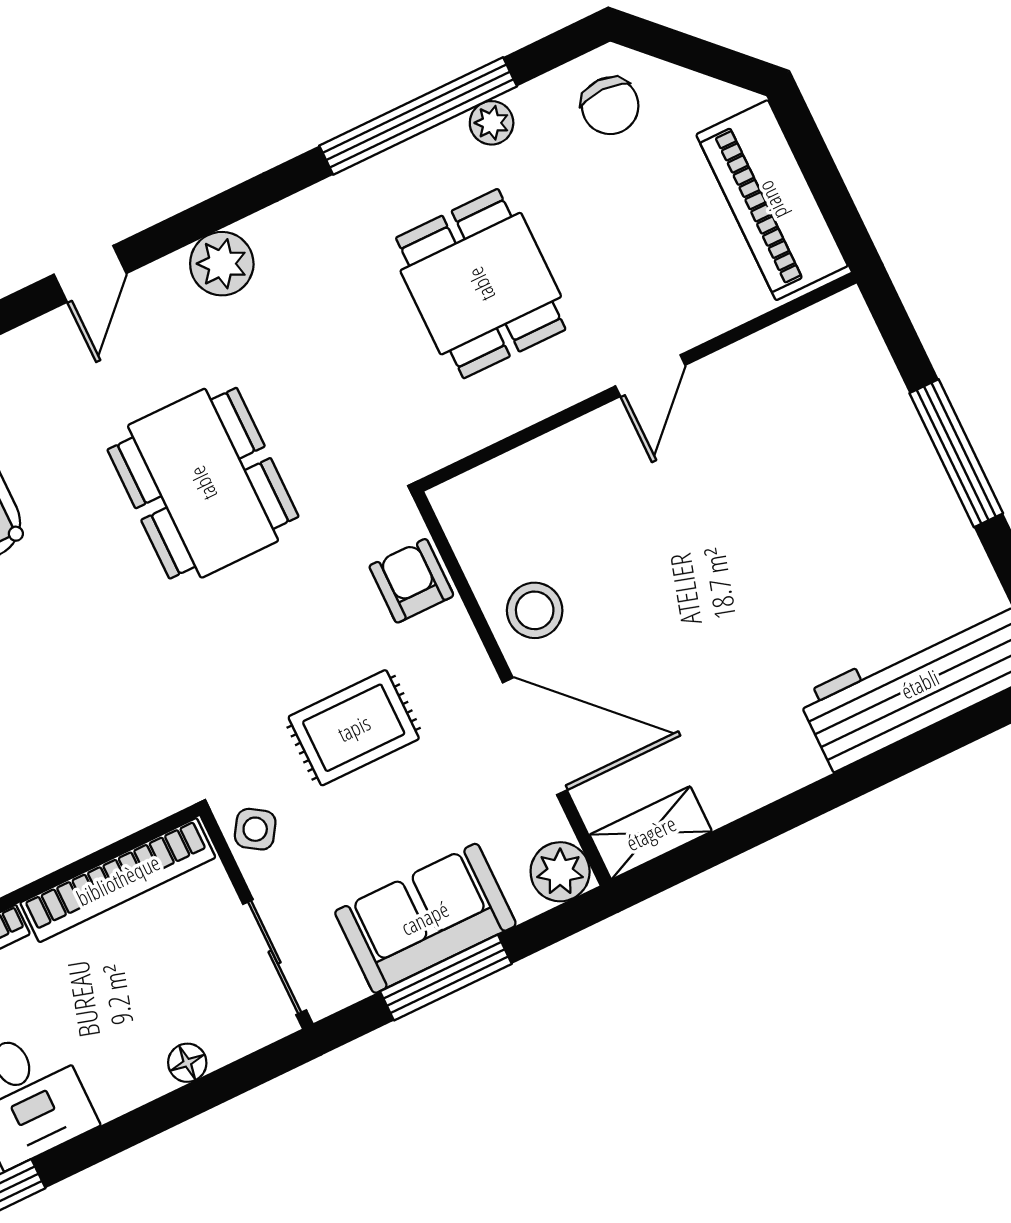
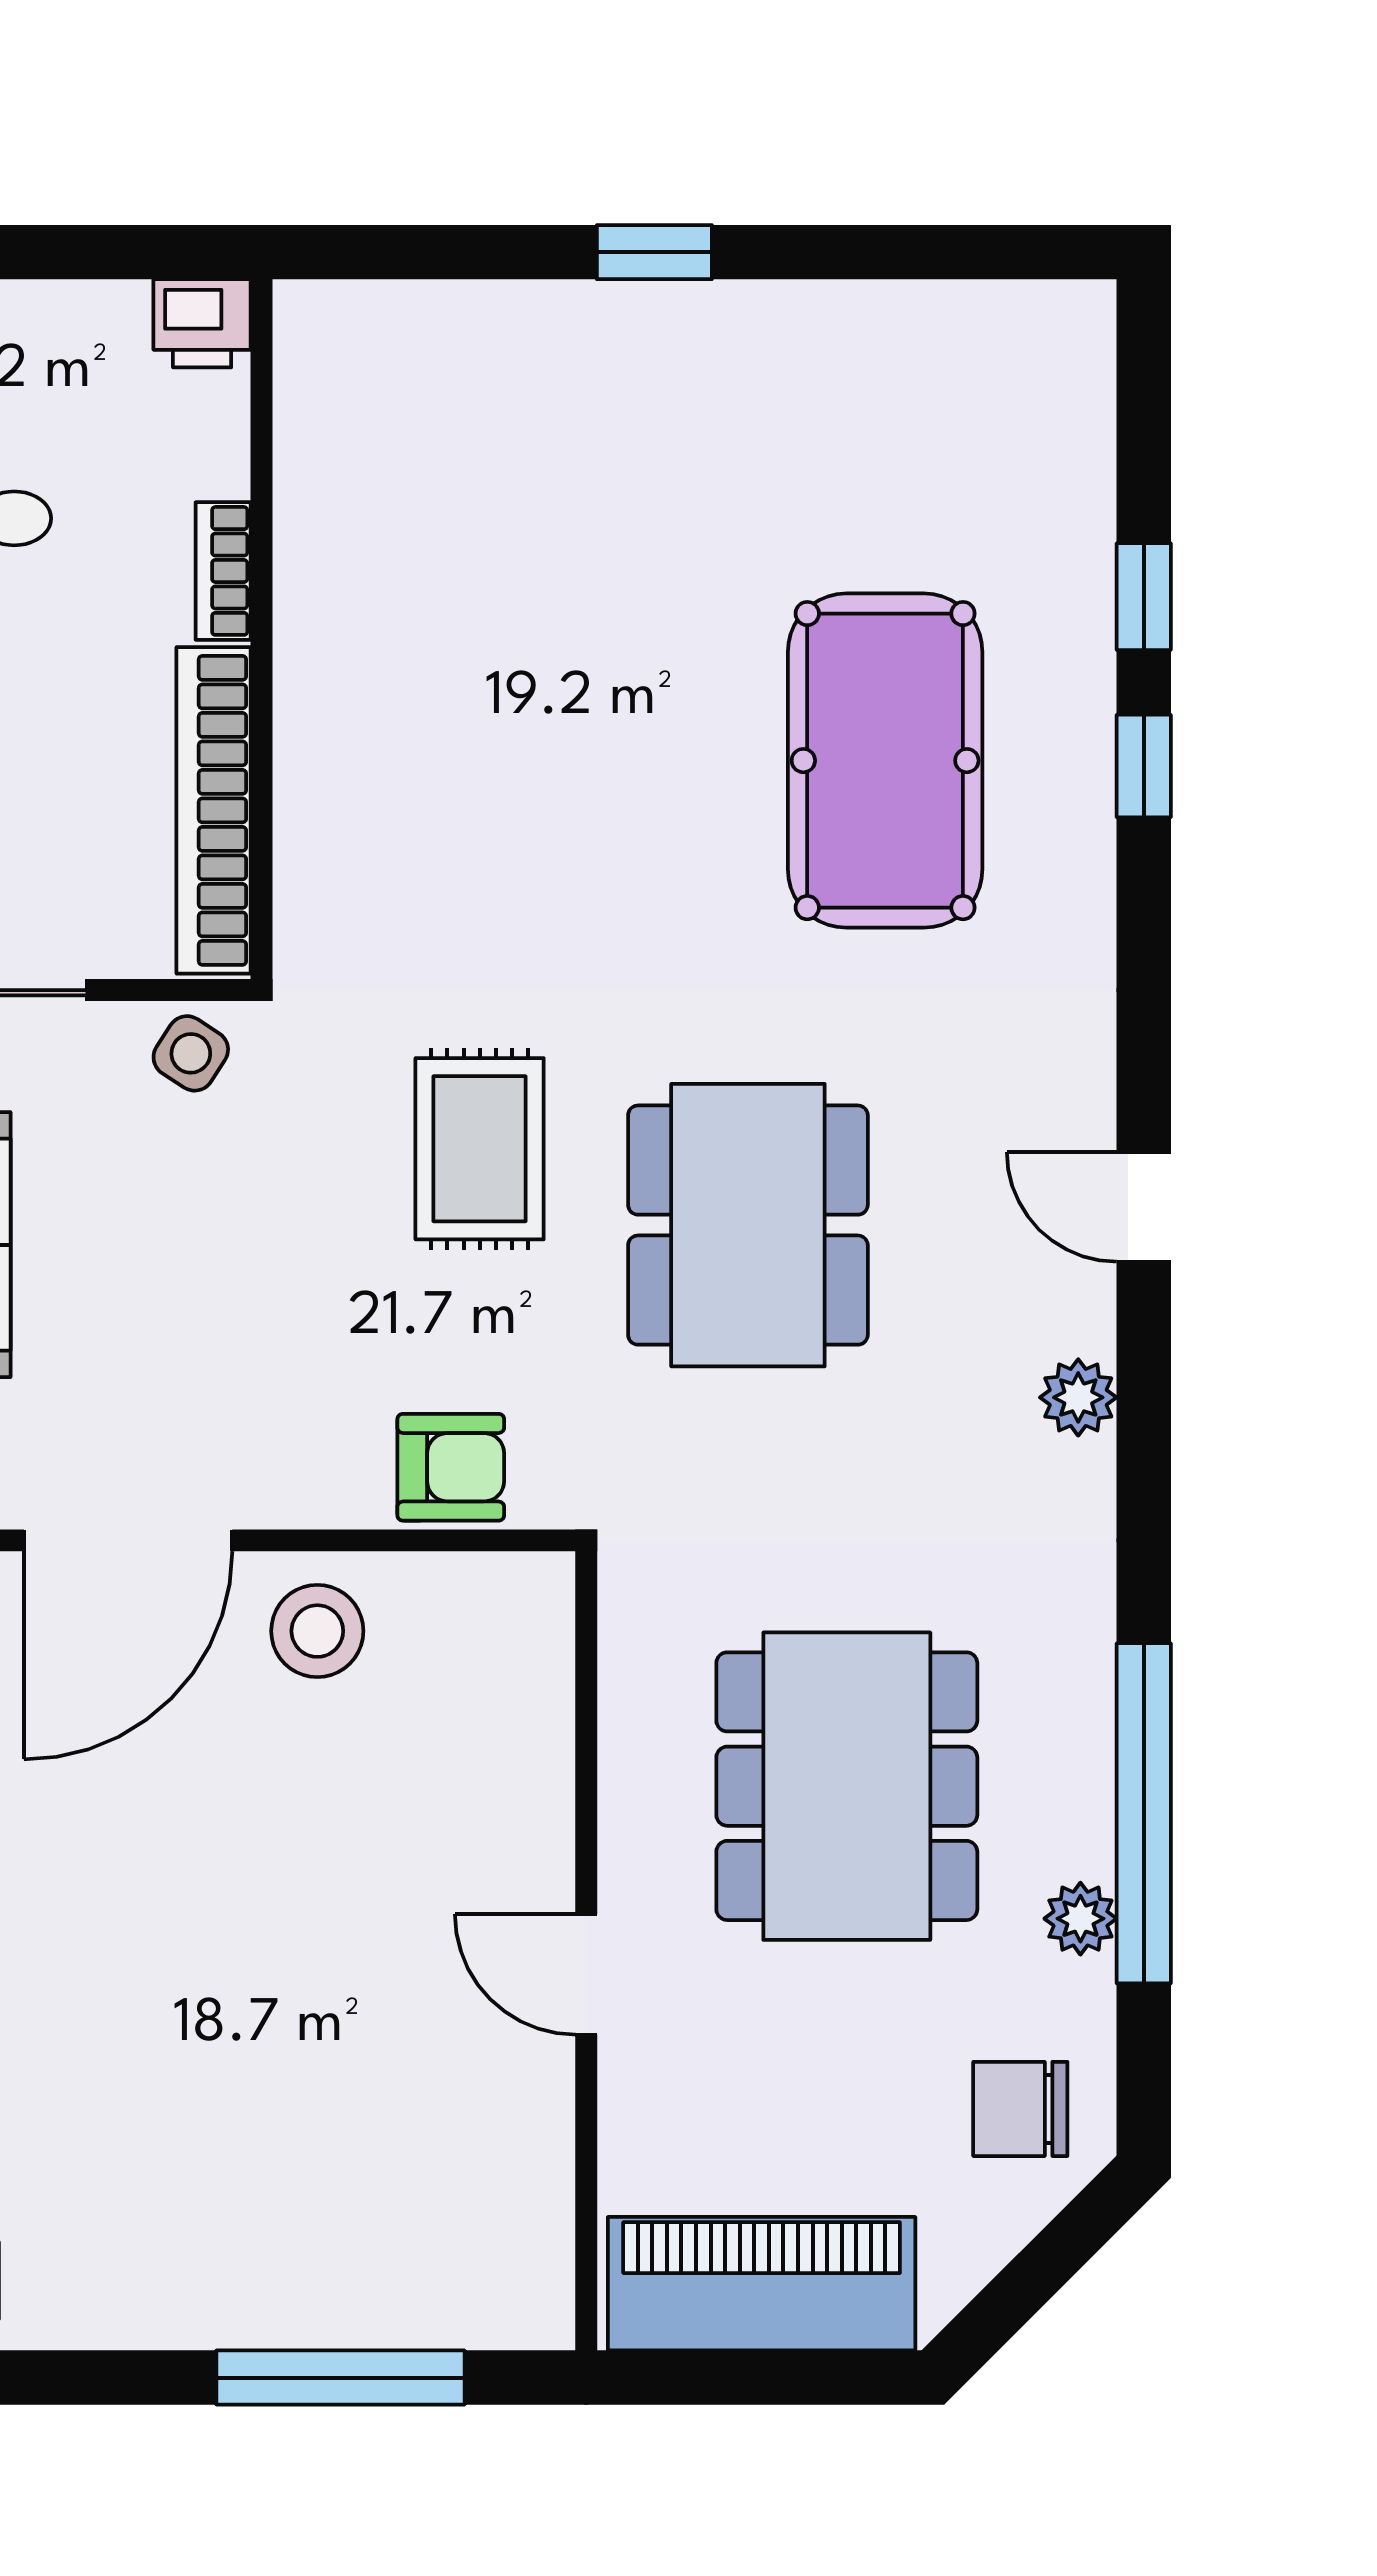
plant: (222, 264) -> (1078, 1397), width x0.73, depth x0.73
dining table: (481, 284) -> (847, 1786), width x1.38
window: (956, 453) -> (340, 2378), moved
dining table: (203, 483) -> (748, 1225), turned 90
rug: (354, 728) -> (480, 1149), moved

